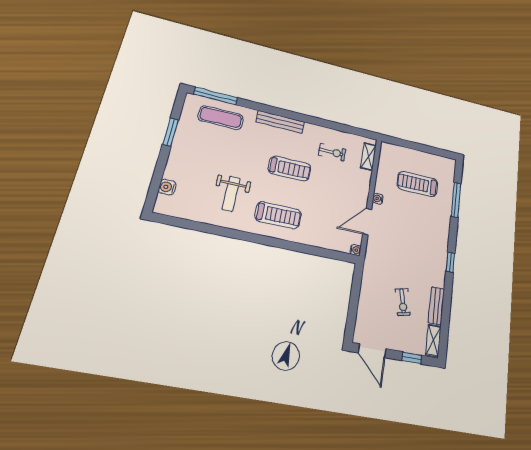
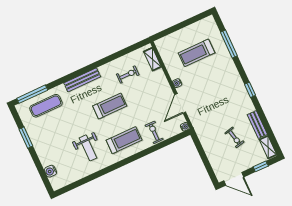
exercise bike: (318, 231) -> (154, 132), added

